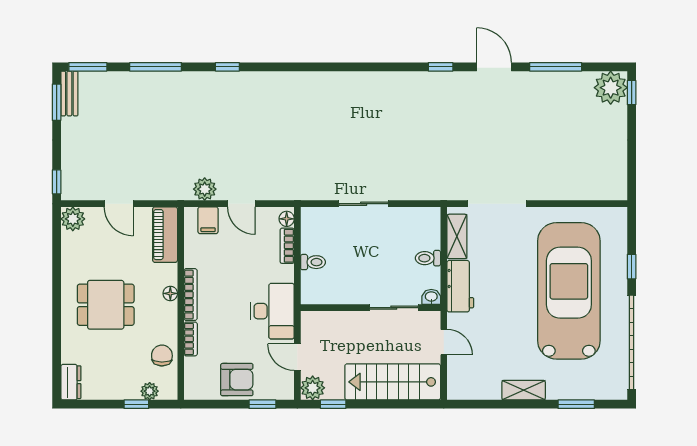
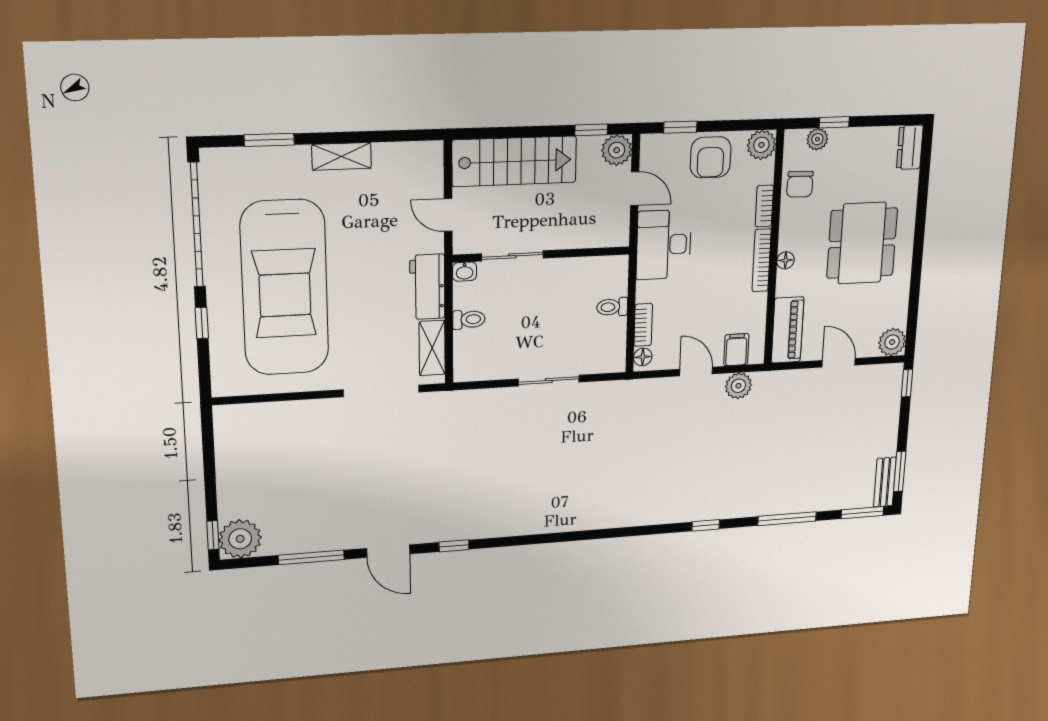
dining table: (106, 305) -> (862, 243), width x1.38
armchair: (237, 380) -> (711, 157), turned -90
plant: (196, 388) -> (761, 145), added

